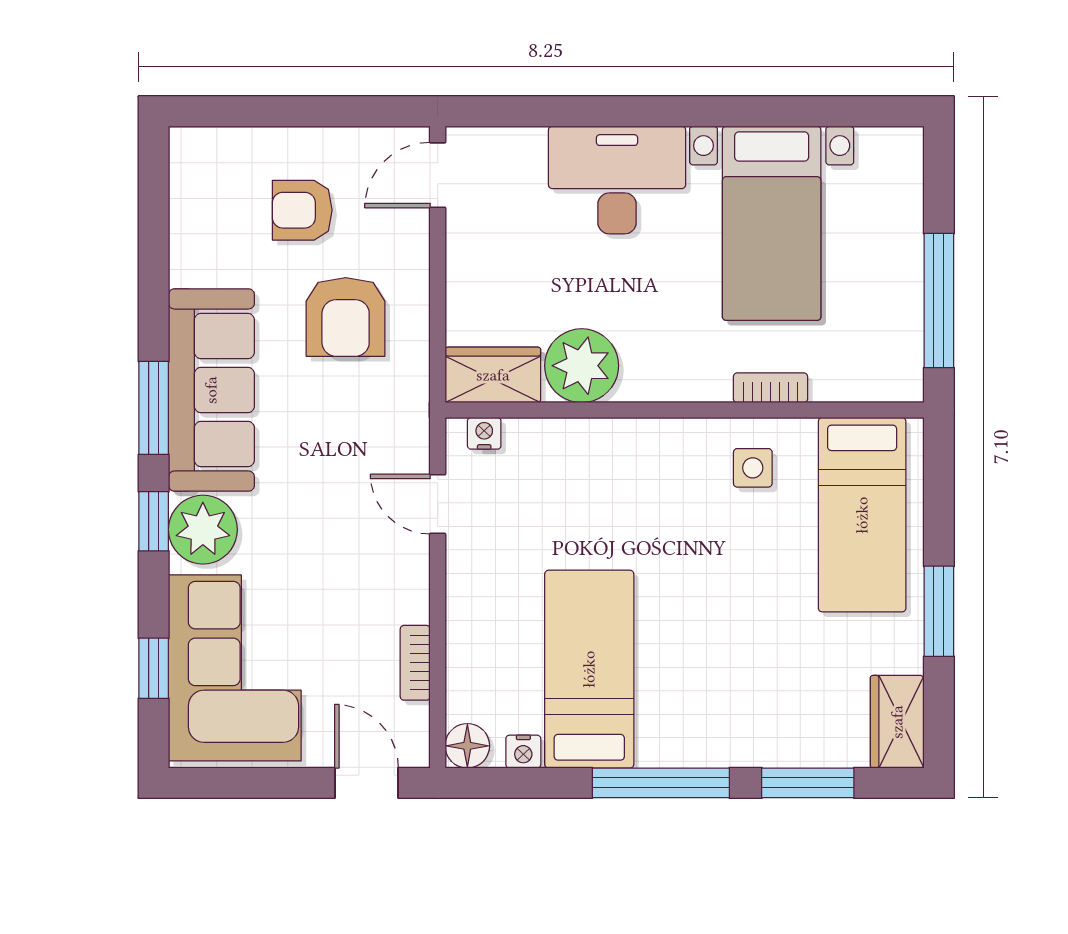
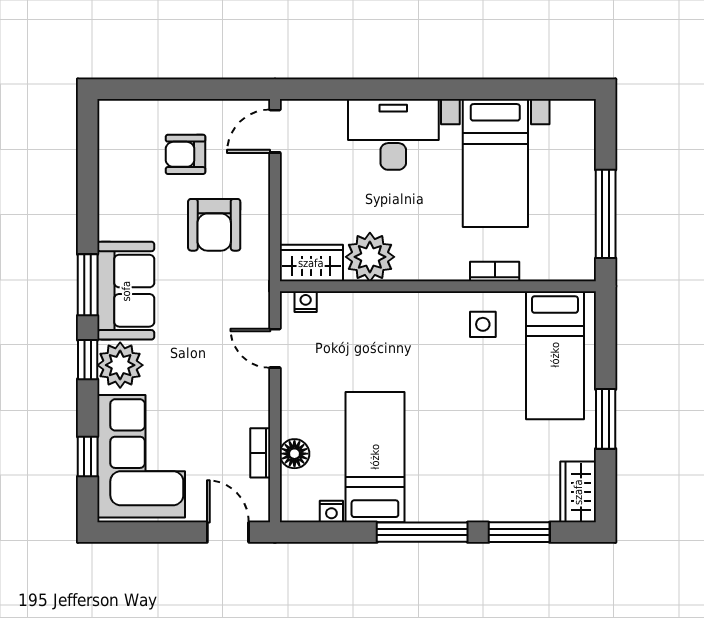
sofa: (211, 390) -> (126, 291), width x0.73
floor lamp: (467, 746) -> (294, 454), moved

